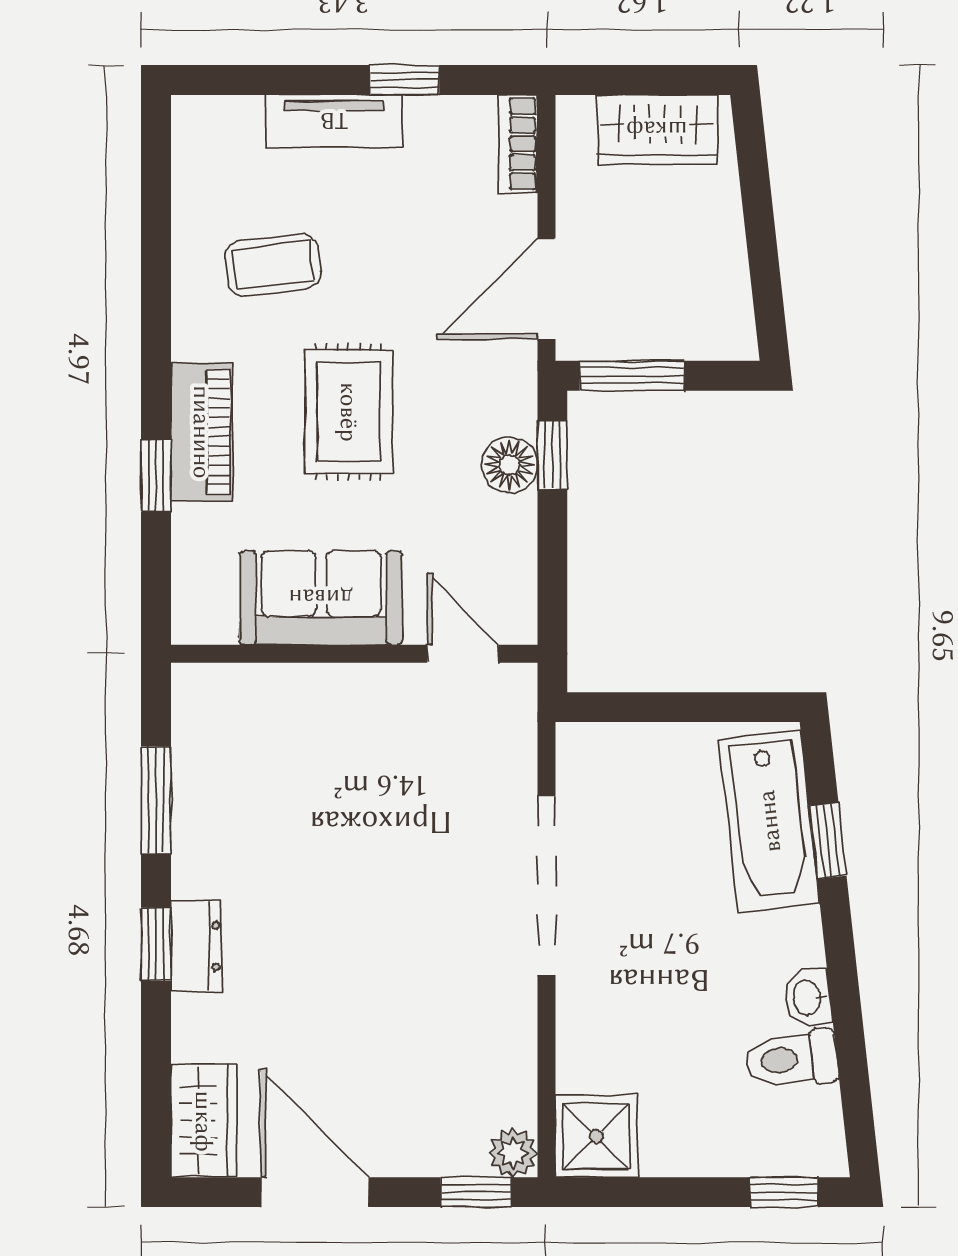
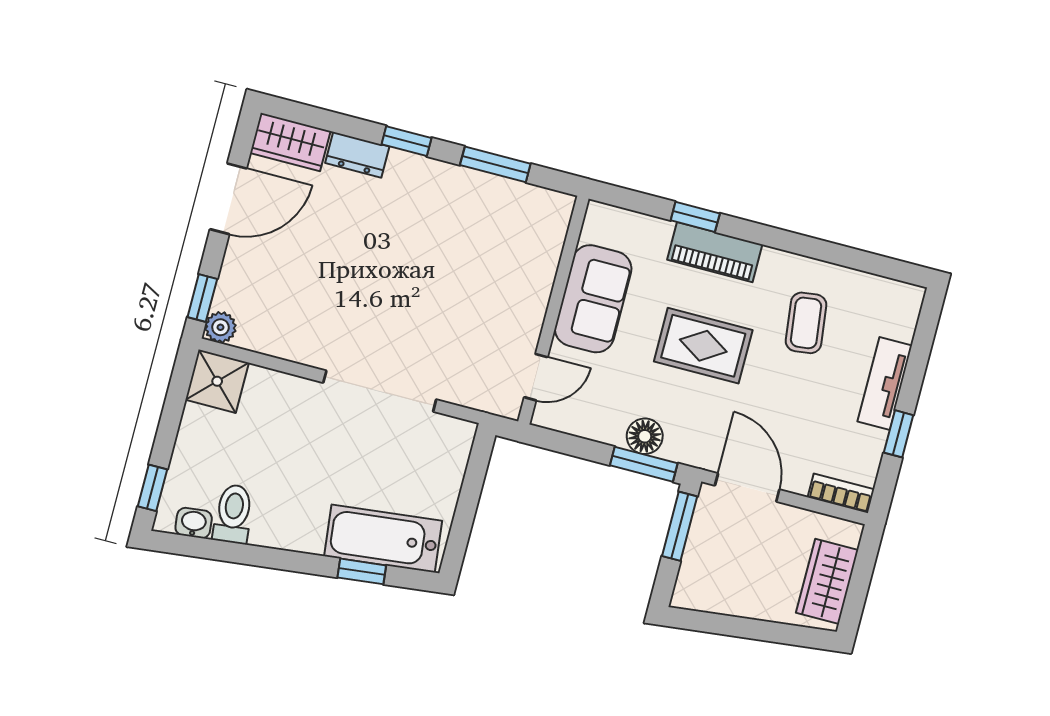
window: (552, 455) -> (644, 464), width x1.50
dresser: (196, 946) -> (357, 155), moved
washbasin: (808, 997) -> (194, 523), moved

